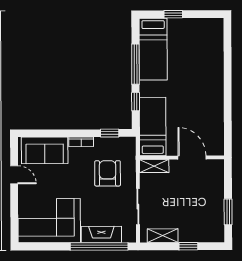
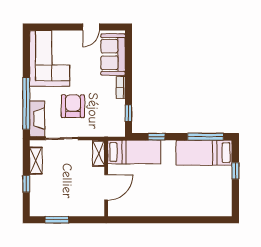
window: (135, 64) -> (205, 137), moved
armchair: (108, 173) -> (73, 106), moved, turned -90
fireplace: (101, 234) -> (37, 119), moved

